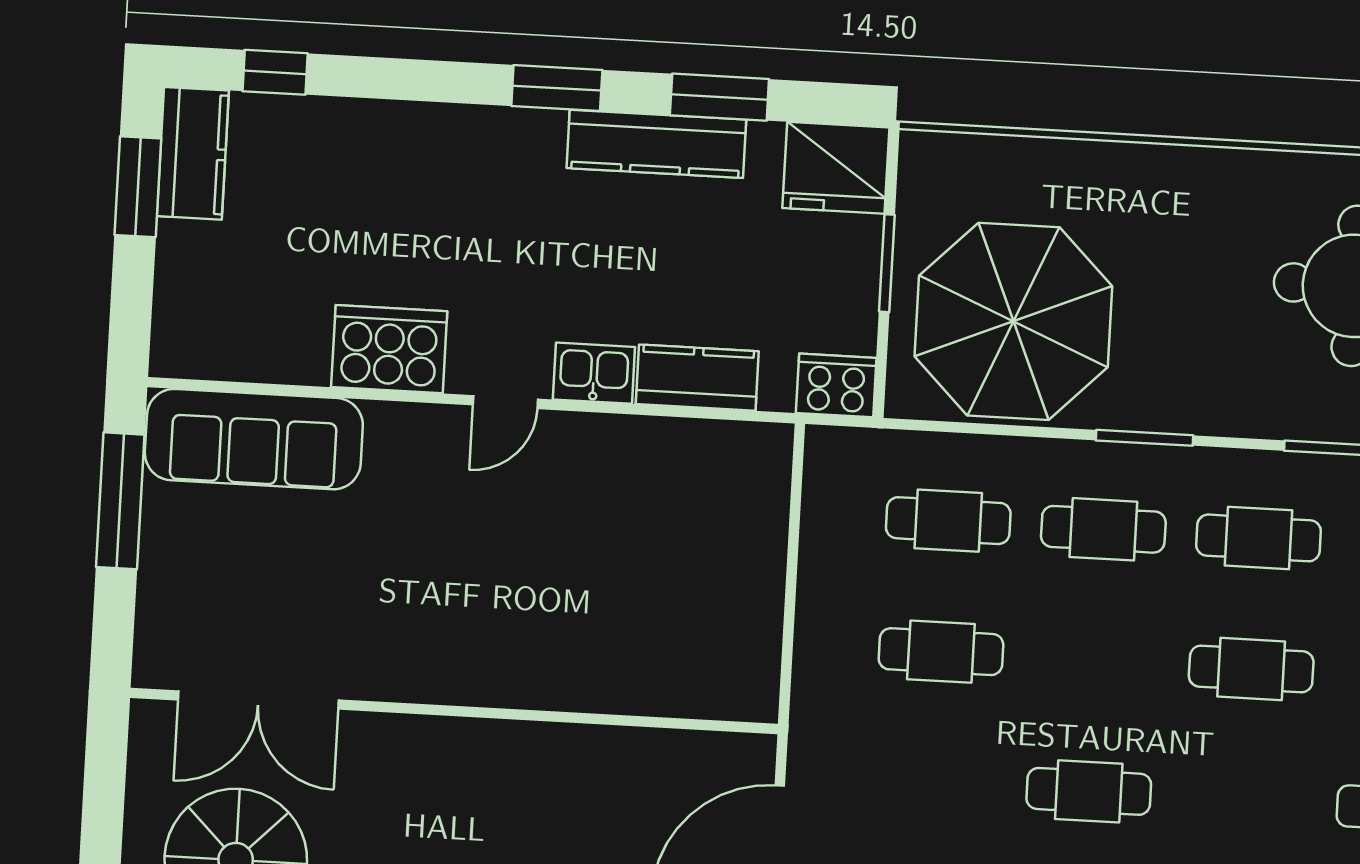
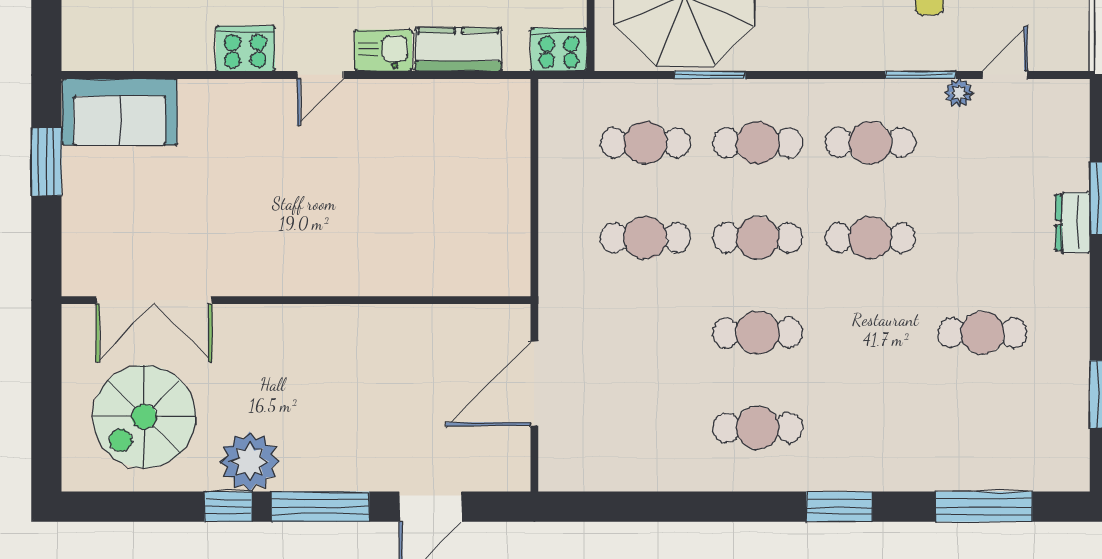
cooker: (389, 349) -> (245, 49), width x0.73, depth x0.76
window: (1144, 438) -> (710, 75), moved
sofa: (254, 439) -> (120, 112), width x0.73
window: (120, 501) -> (46, 162), width x0.69
cafe table: (1096, 660) -> (758, 238), added

